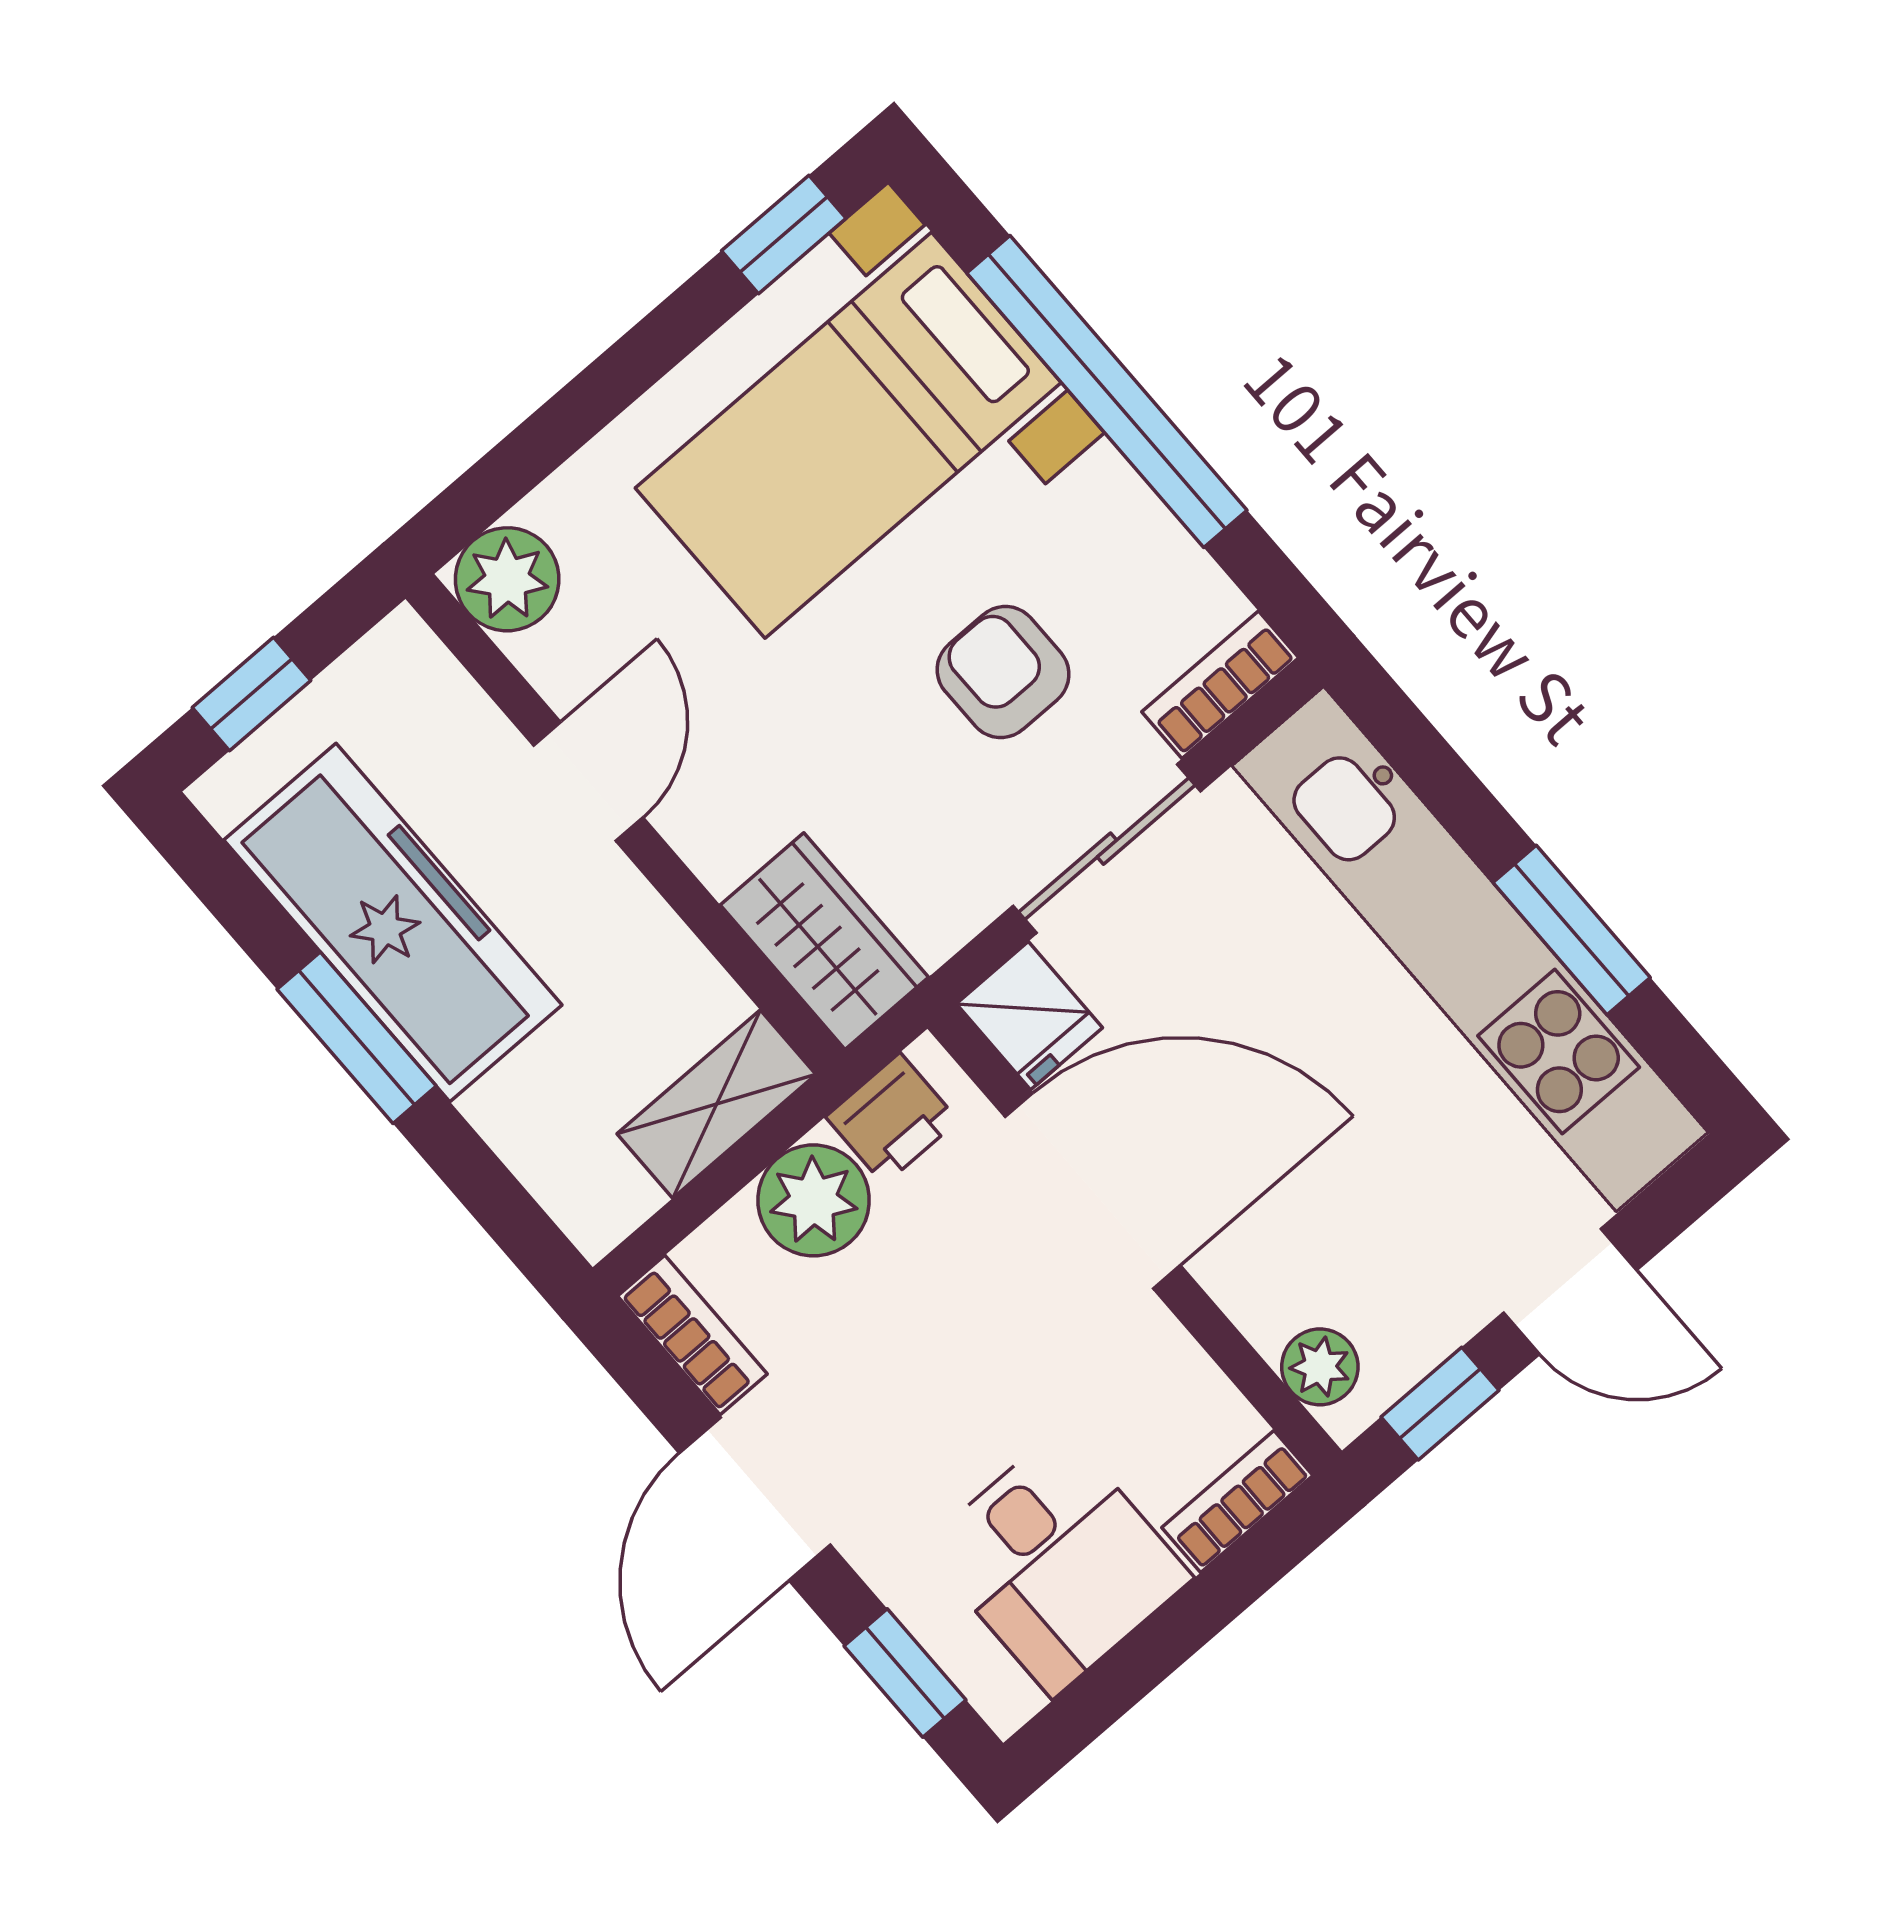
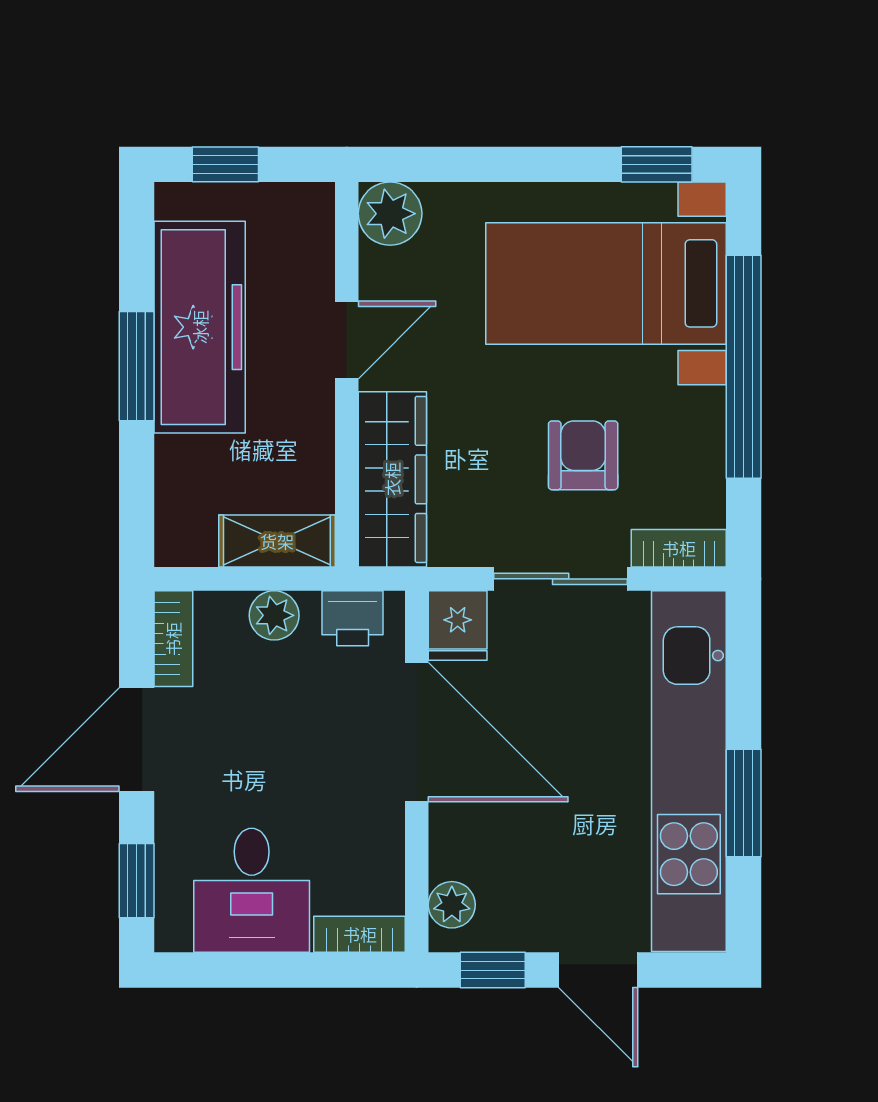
wardrobe: (824, 941) -> (392, 479), width x1.50
plant: (814, 1200) -> (274, 615), width x0.73, depth x0.73

